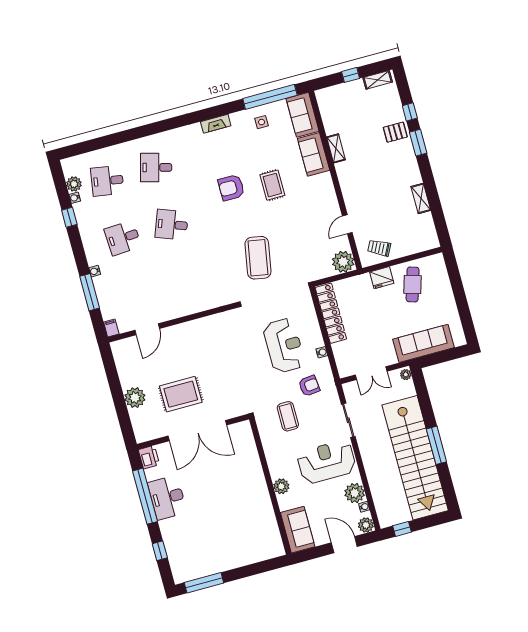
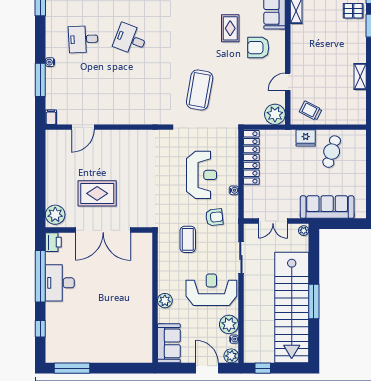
armchair: (231, 188) -> (258, 48), moved
plant: (135, 398) -> (55, 215), moved

